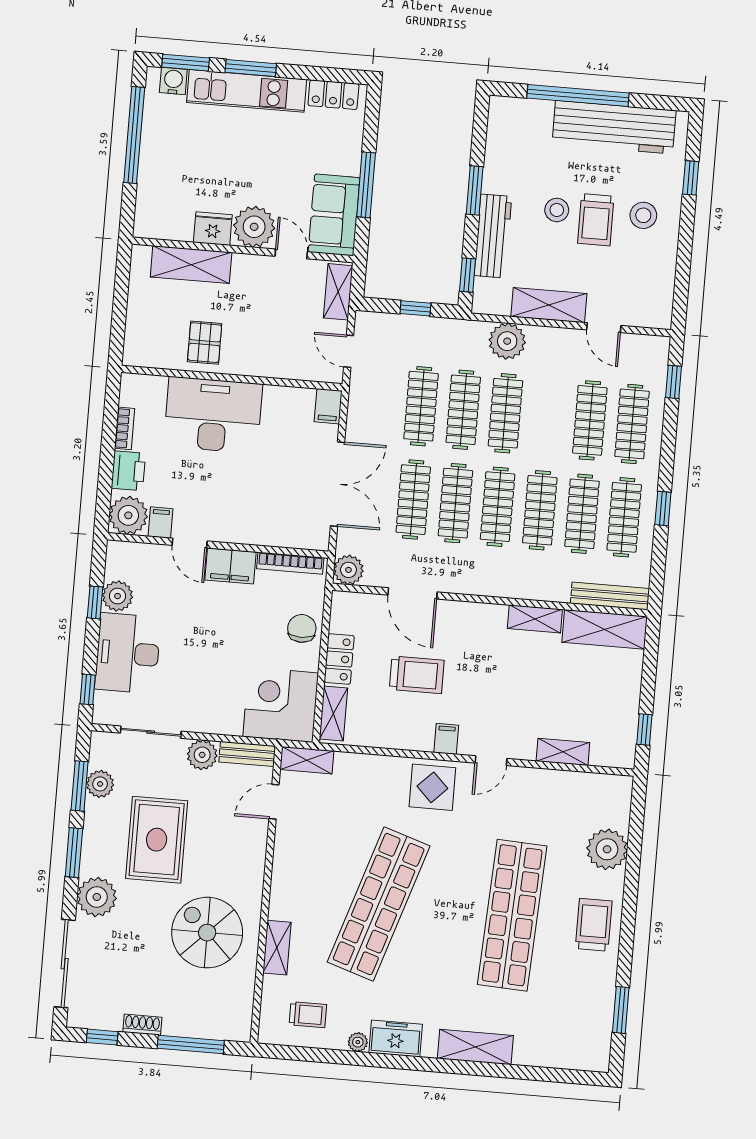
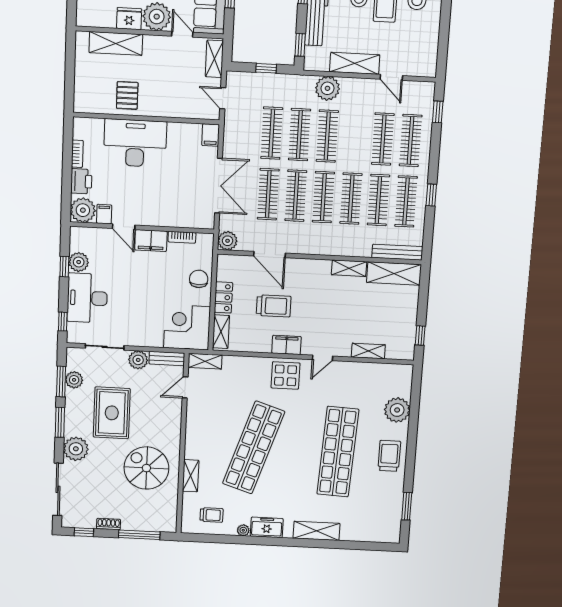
bookcase: (290, 563) -> (182, 237), width x0.64
filing cabinet: (446, 739) -> (286, 345), width x2.00

